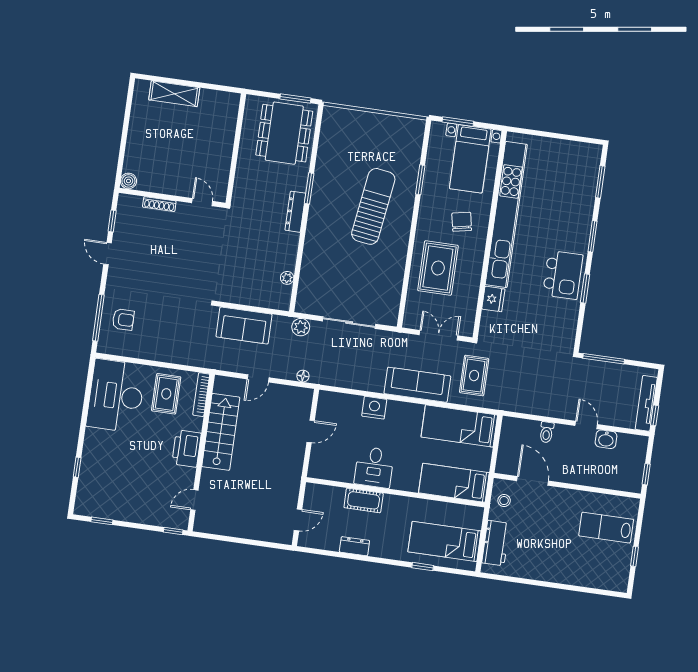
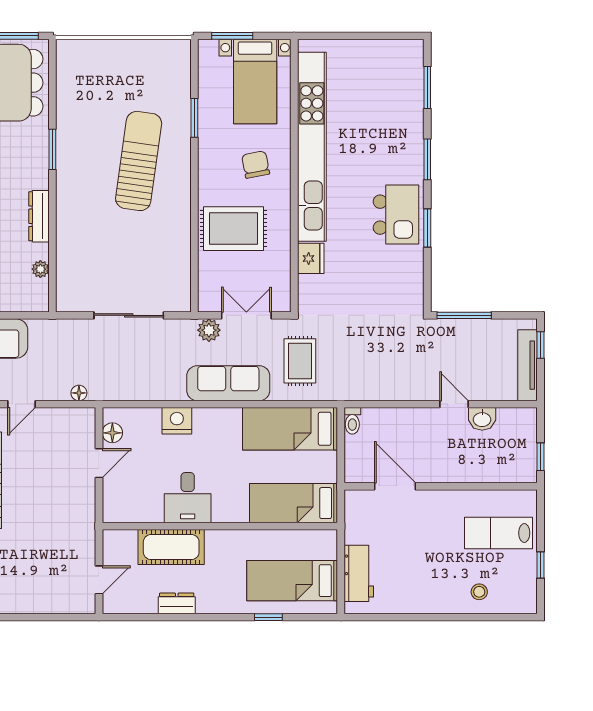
dresser: (295, 212) -> (39, 216), moved
rug: (438, 268) -> (233, 229), turned 90
plant: (301, 327) -> (209, 330), moved
floor lamp: (324, 410) -> (112, 433), added
window: (655, 415) -> (540, 345), moved
toilet: (547, 432) -> (352, 421), moved
cot: (364, 500) -> (171, 547), width x1.37, depth x1.34
stool: (504, 501) -> (479, 592), moved

